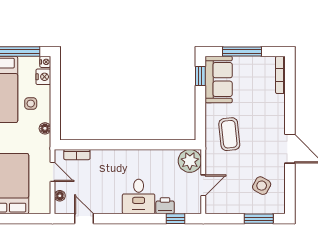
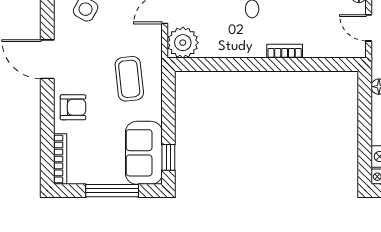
armchair: (271, 113) -> (73, 107), added
bookcase: (77, 155) -> (285, 51), moved

